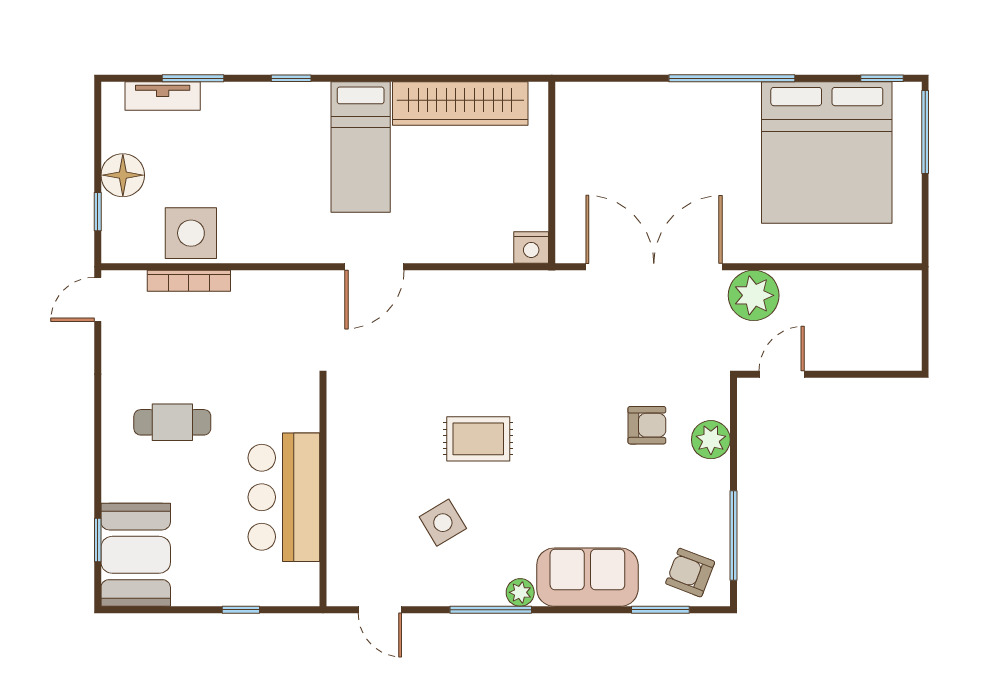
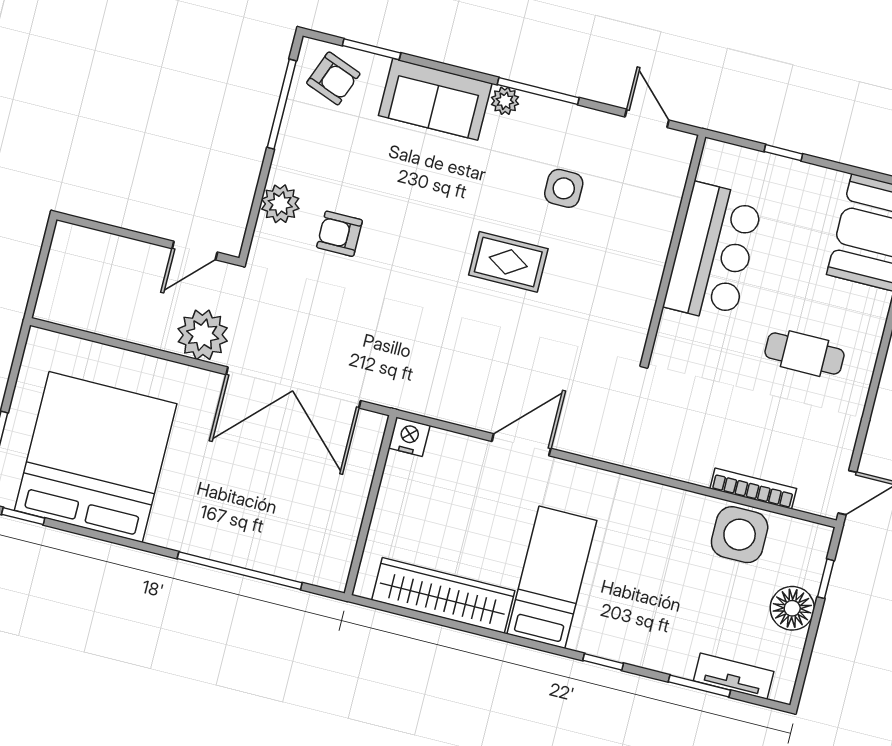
window: (732, 78) -> (240, 571), moved
door: (374, 267) -> (521, 445), moved
side table: (443, 523) -> (564, 188), turned 31

